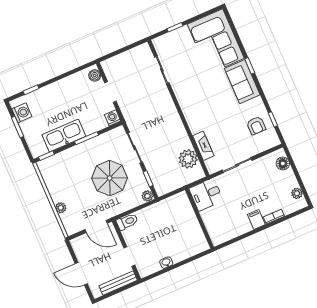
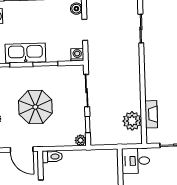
parasol: (110, 178) -> (35, 107), moved

